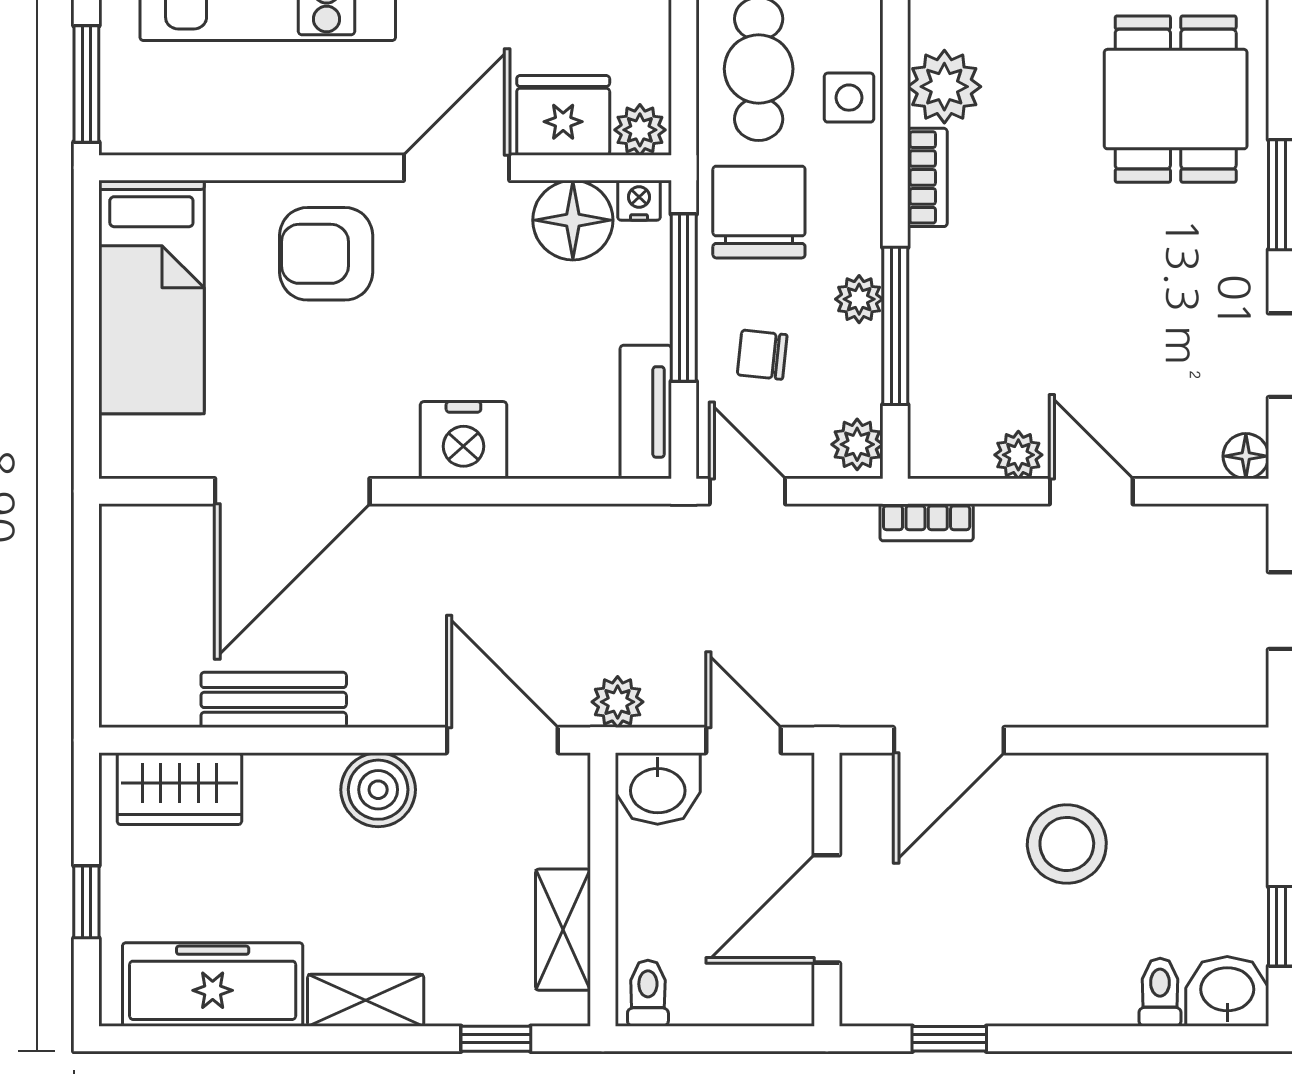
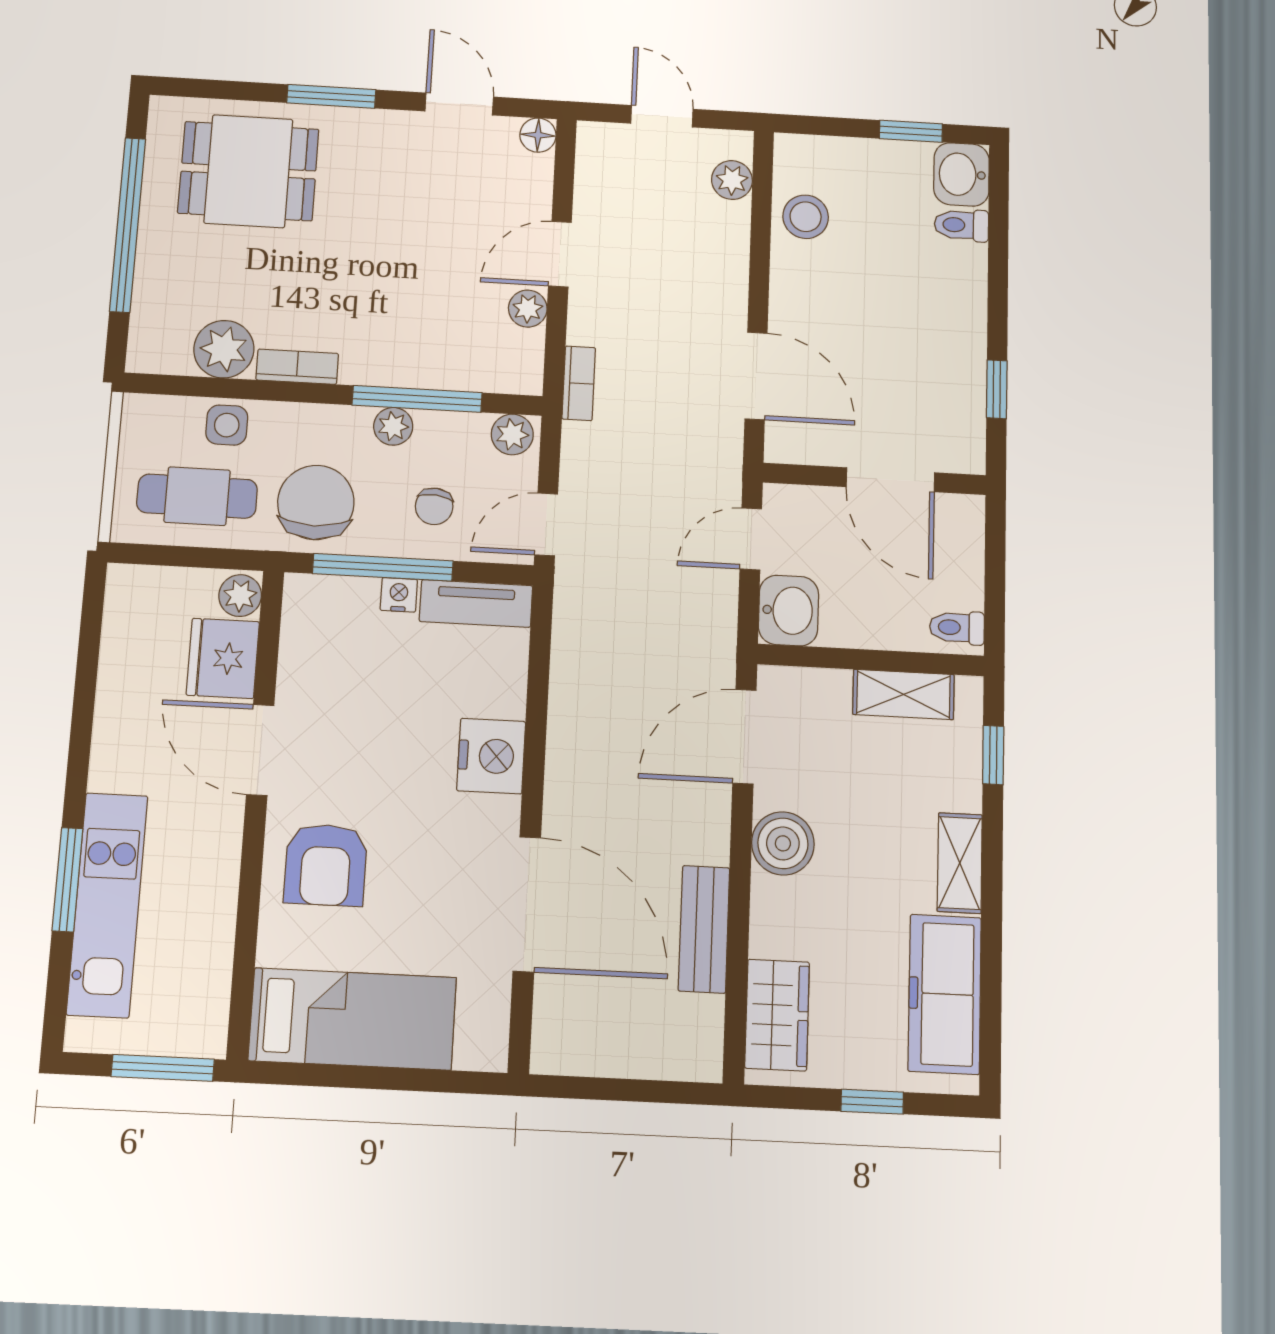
nightstand: (639, 200) -> (399, 595), moved, turned 90
chair: (759, 212) -> (316, 502), turned 90
floor lamp: (573, 220) -> (312, 655), removed
plant: (618, 702) -> (732, 180), moved
stool: (1067, 844) -> (806, 217), moved, width x0.73, depth x0.73

